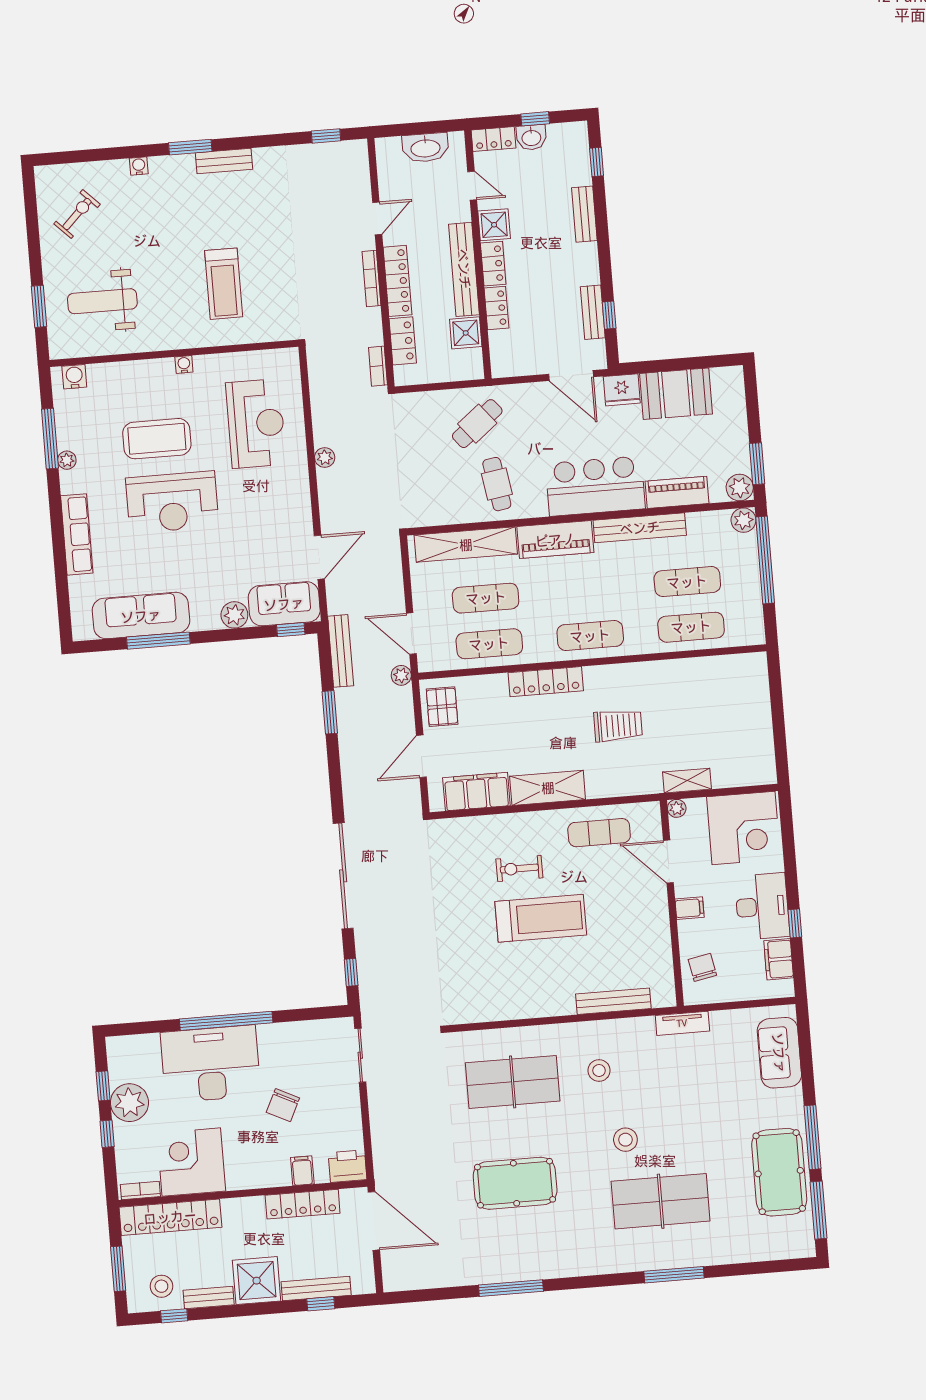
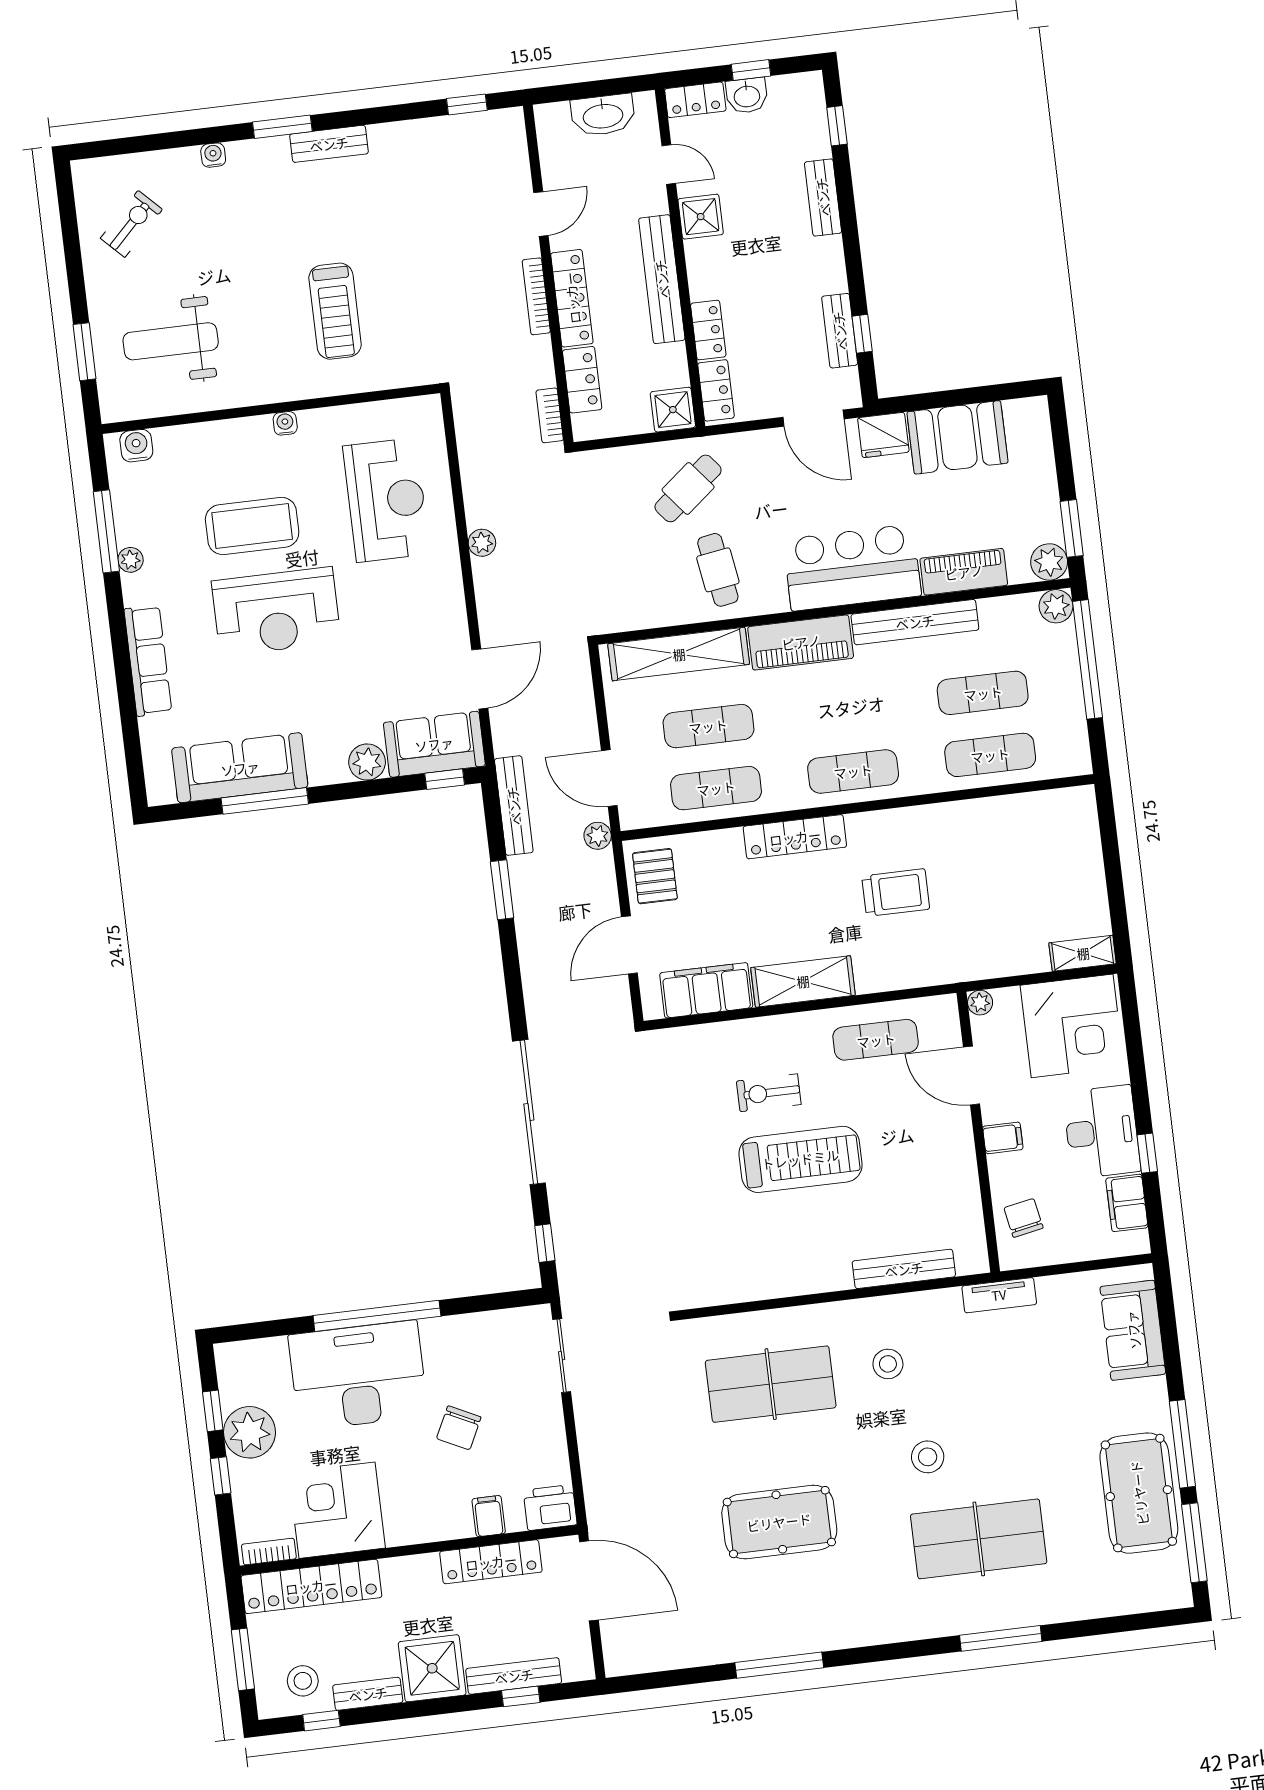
locker: (493, 264) -> (716, 390), moved
shower: (466, 333) -> (673, 410), moved
shelving: (687, 781) -> (1083, 953), moved

